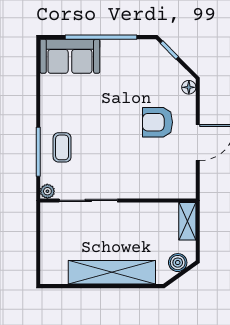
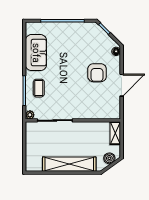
sofa: (70, 56) -> (36, 53), moved, turned -90
armchair: (157, 122) -> (97, 73), turned -90

